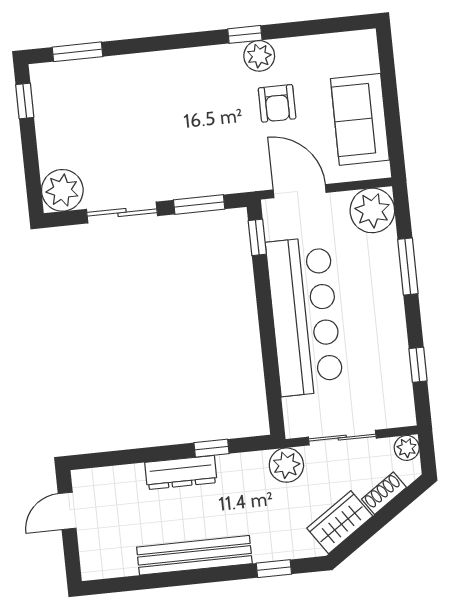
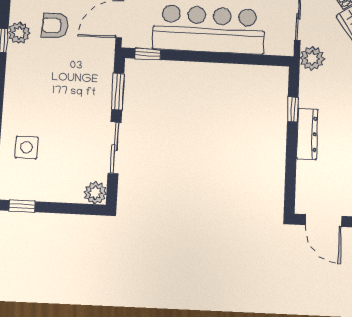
side table: (104, 93) -> (26, 147), added
armchair: (277, 103) -> (55, 26), turned 180
plant: (62, 190) -> (95, 193), width x0.73, depth x0.73
door: (67, 511) -> (323, 220), width x1.38

